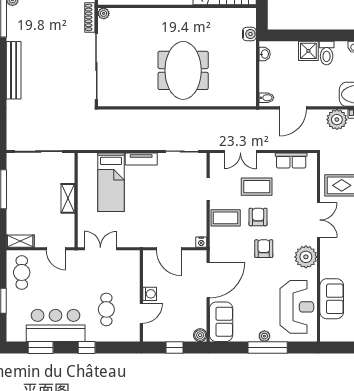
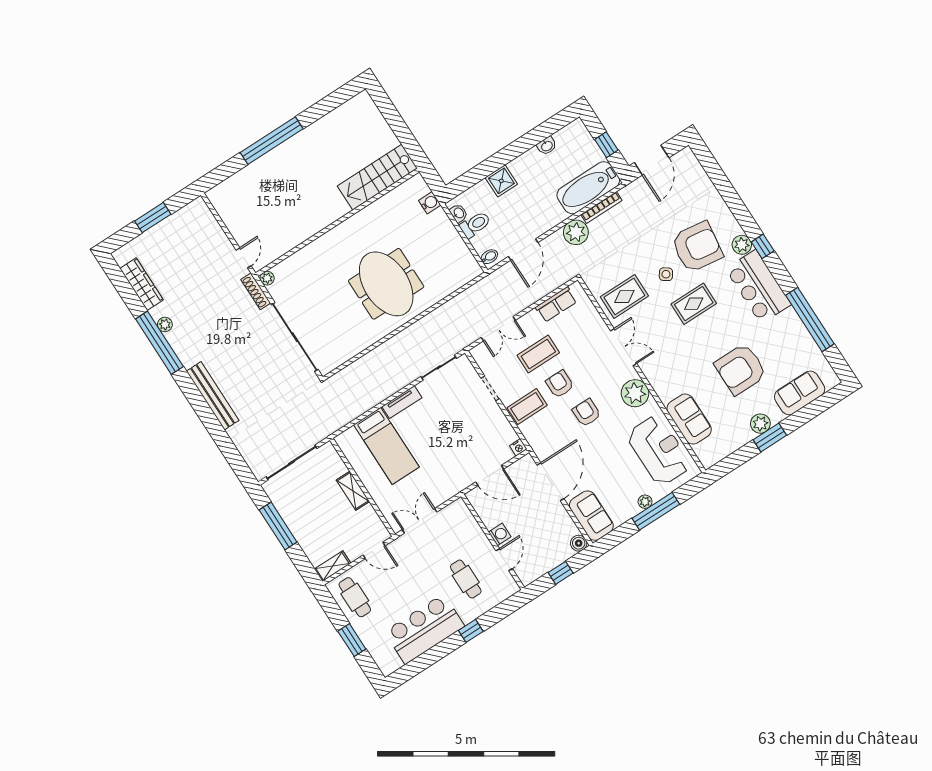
toilet: (327, 53) -> (475, 225), moved, turned -90
window: (41, 348) -> (424, 661), removed

